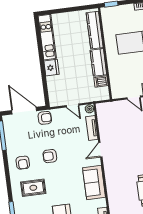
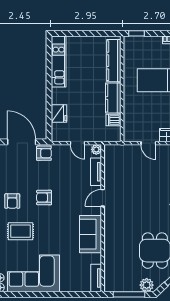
fridge: (51, 68) -> (59, 113), moved

